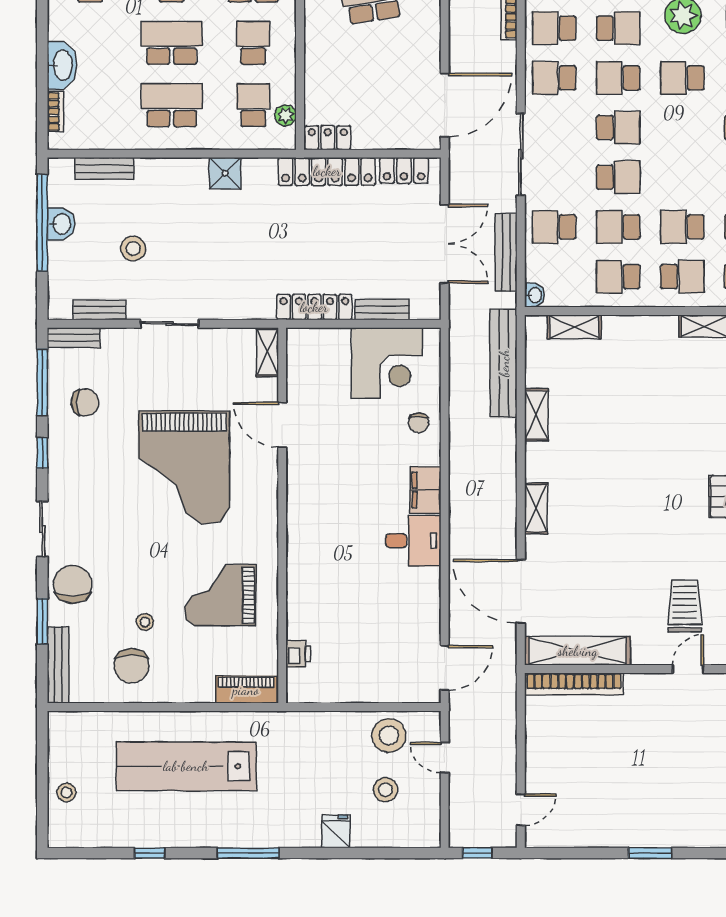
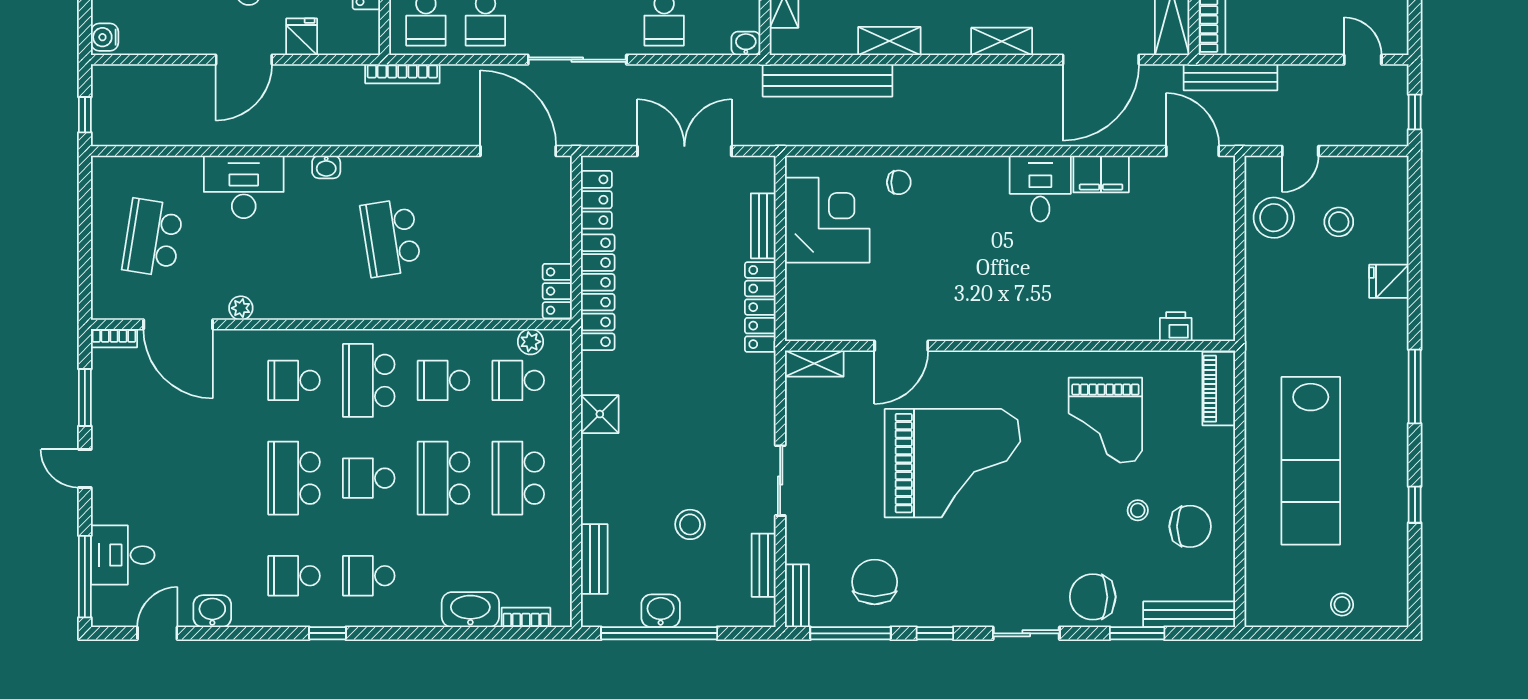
bench: (506, 252) -> (1230, 77), moved
chair: (85, 402) -> (875, 582), width x1.37, depth x1.37
filing cabinet: (425, 490) -> (1101, 174), moved

